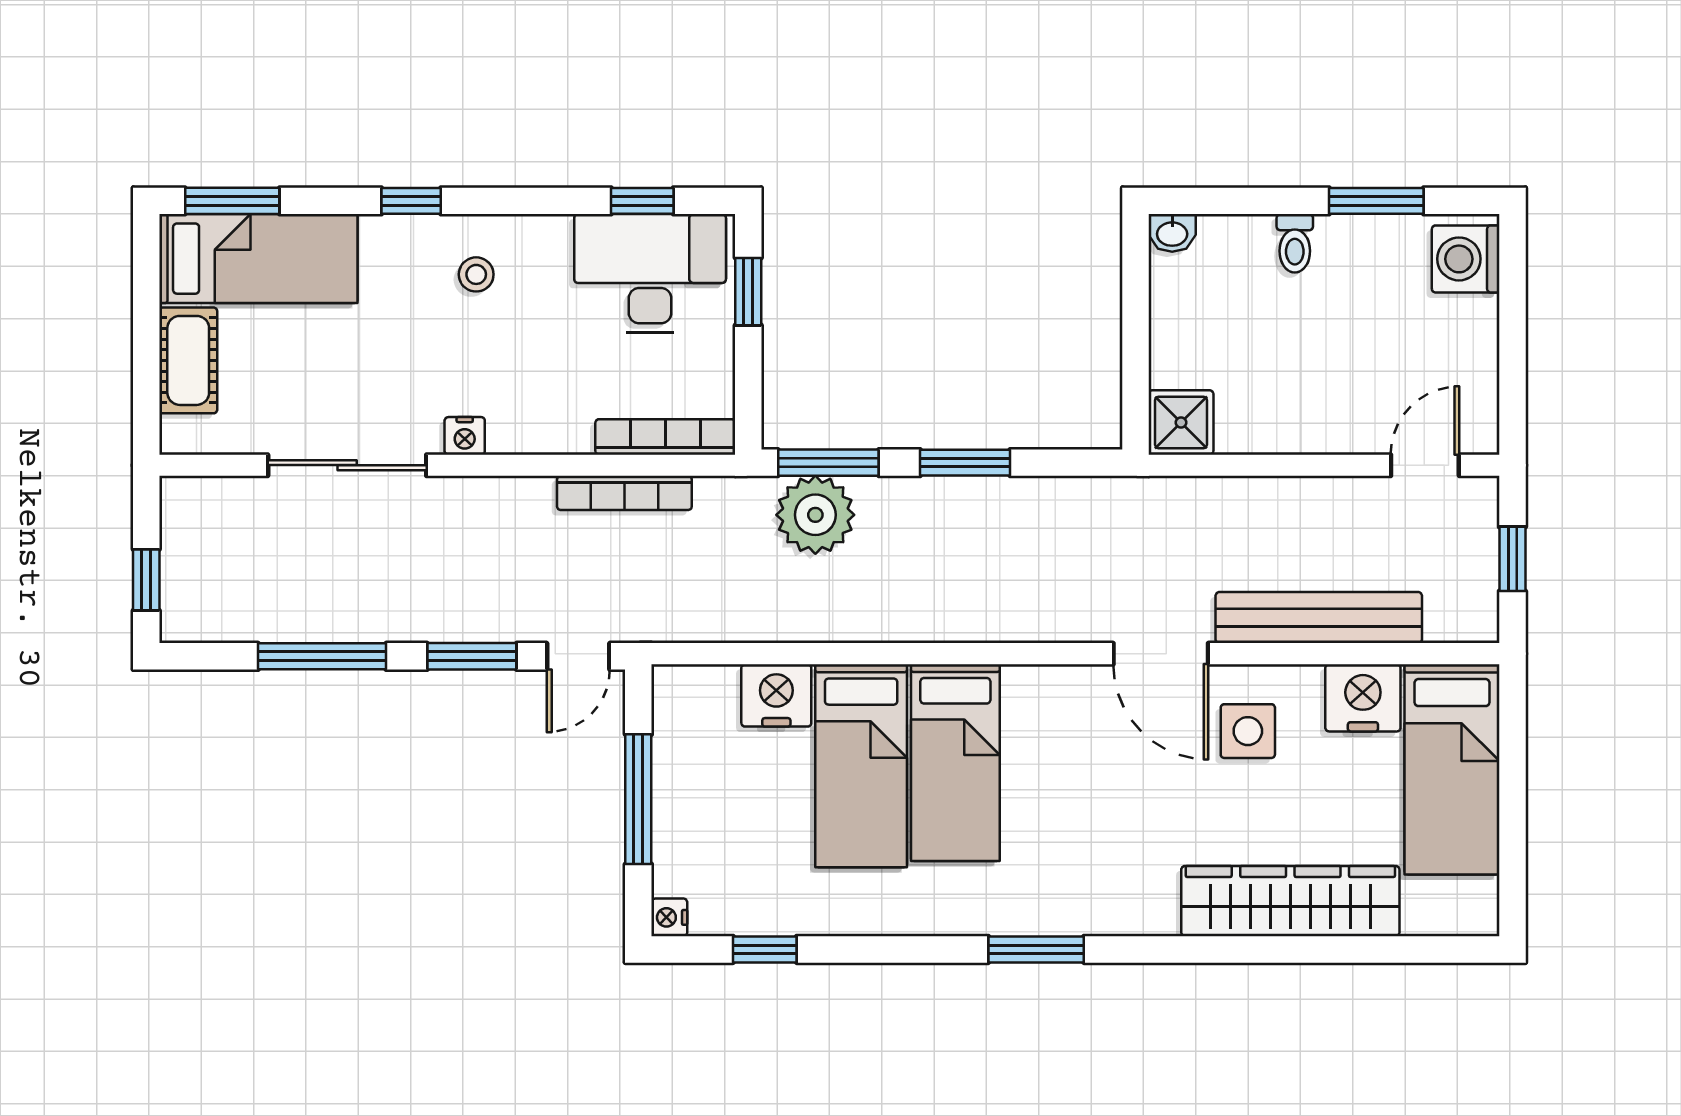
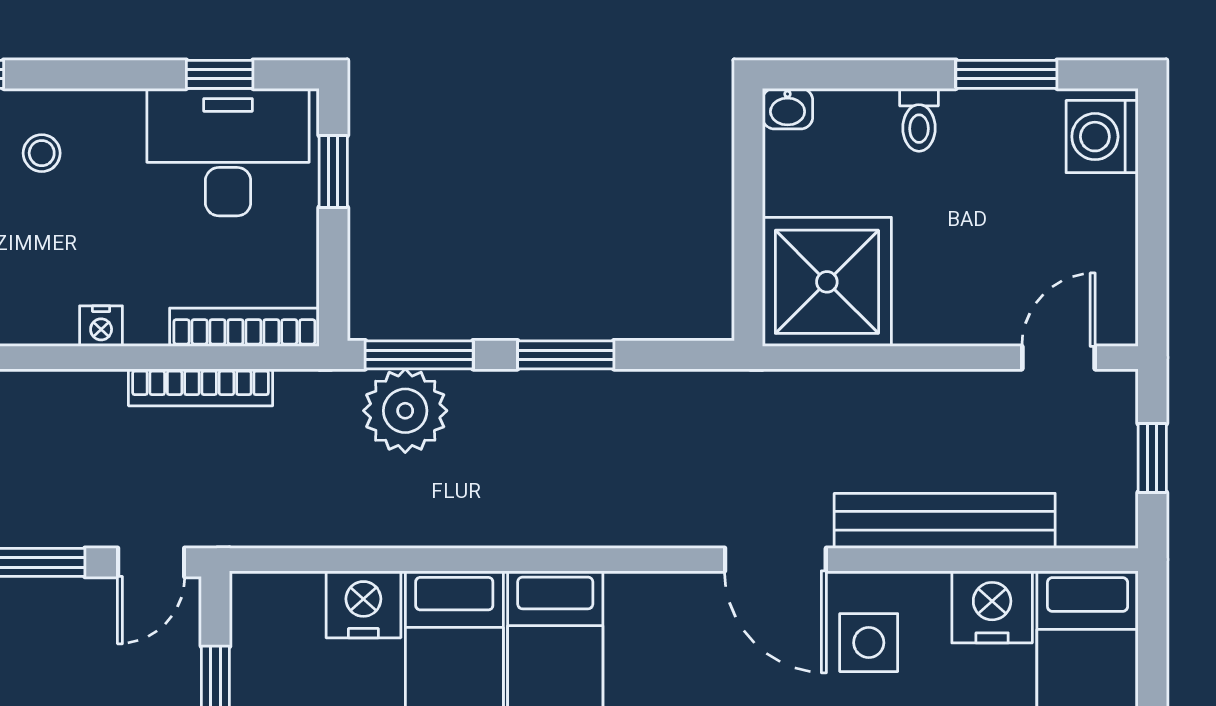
shower: (1181, 422) -> (827, 282), width x1.86, depth x1.86
nightstand: (465, 436) -> (101, 326), moved

